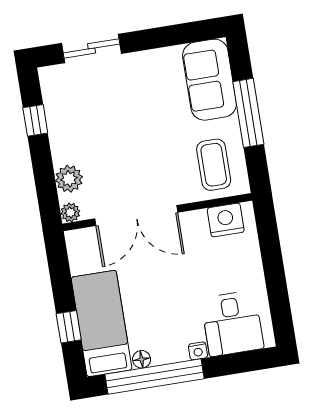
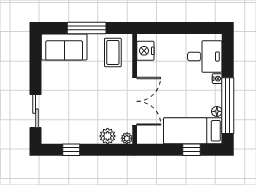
coffee table: (214, 165) -> (113, 52), turned 90

